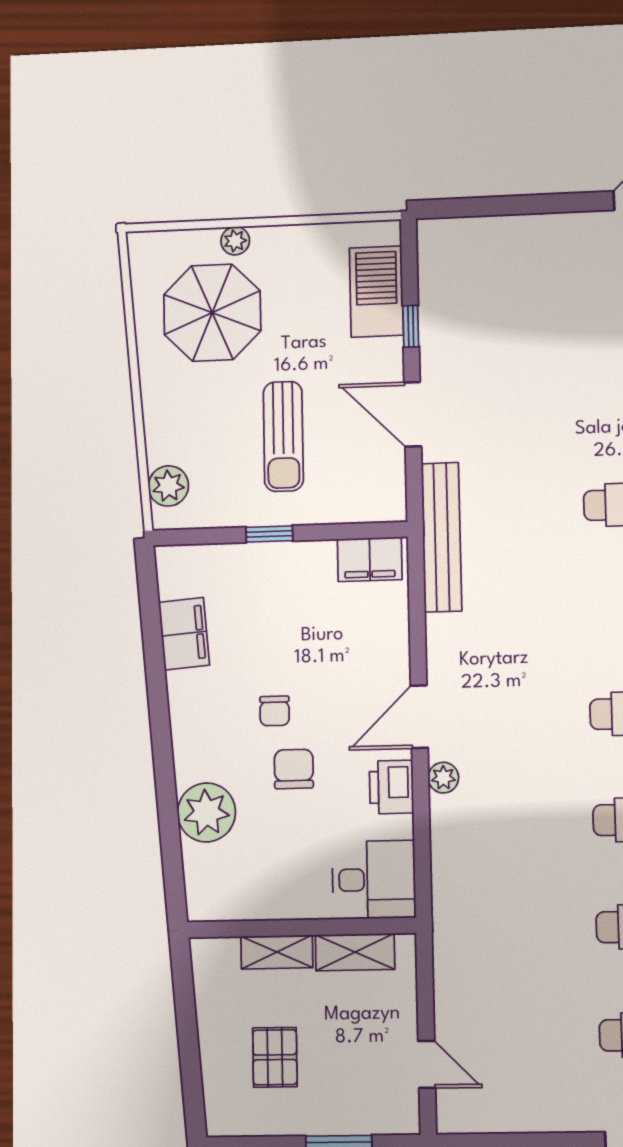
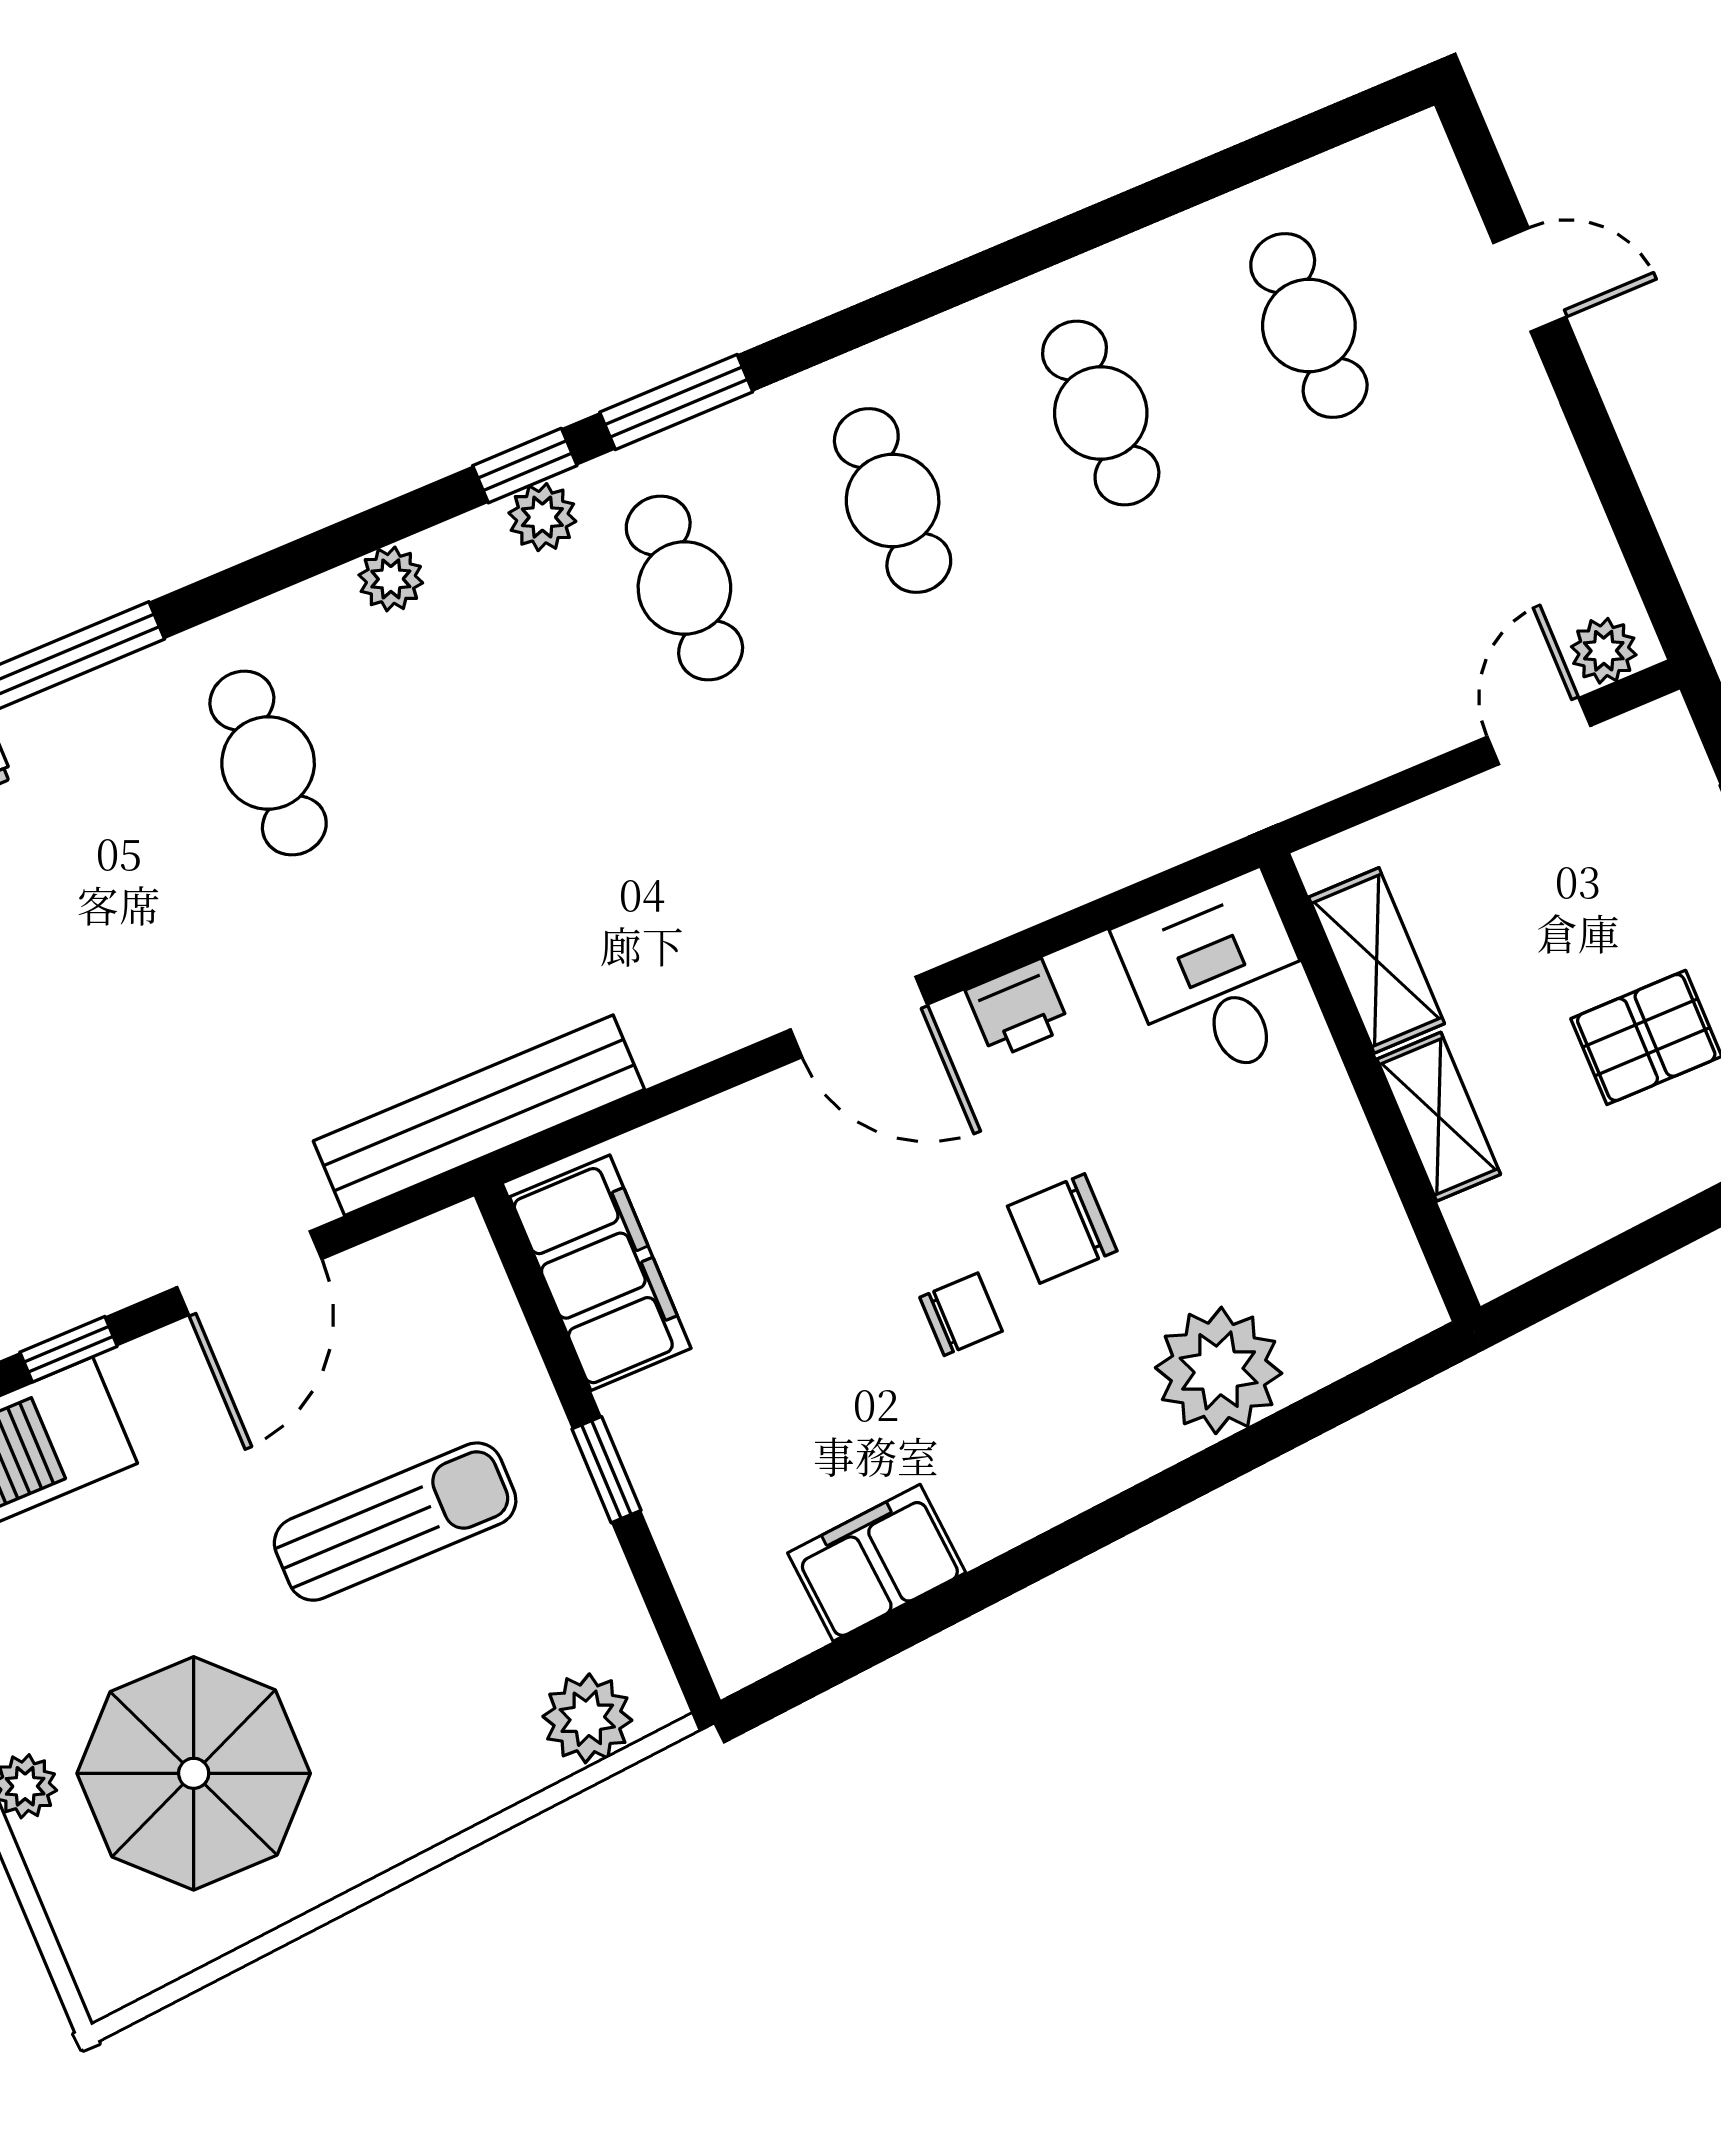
filing cabinet: (370, 559) -> (600, 1273), width x1.50, depth x1.17
plant: (443, 778) -> (1604, 651), moved
printer: (391, 787) -> (1018, 1009), width x0.73, depth x0.81

